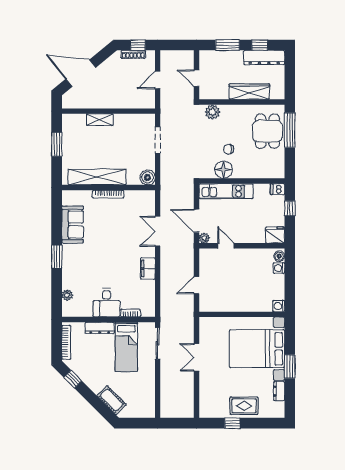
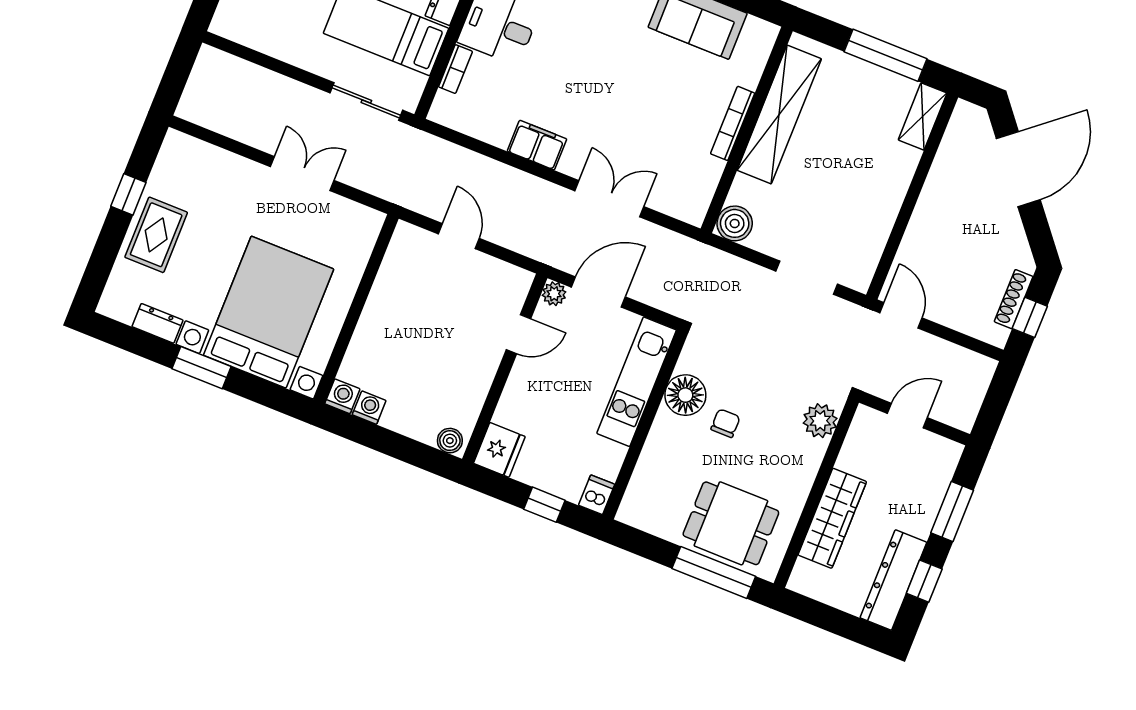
door: (158, 80) -> (901, 315), moved
shelving: (100, 120) -> (923, 116), moved
window: (57, 144) -> (885, 55), width x1.44
washing machine: (279, 268) -> (369, 408), moved

